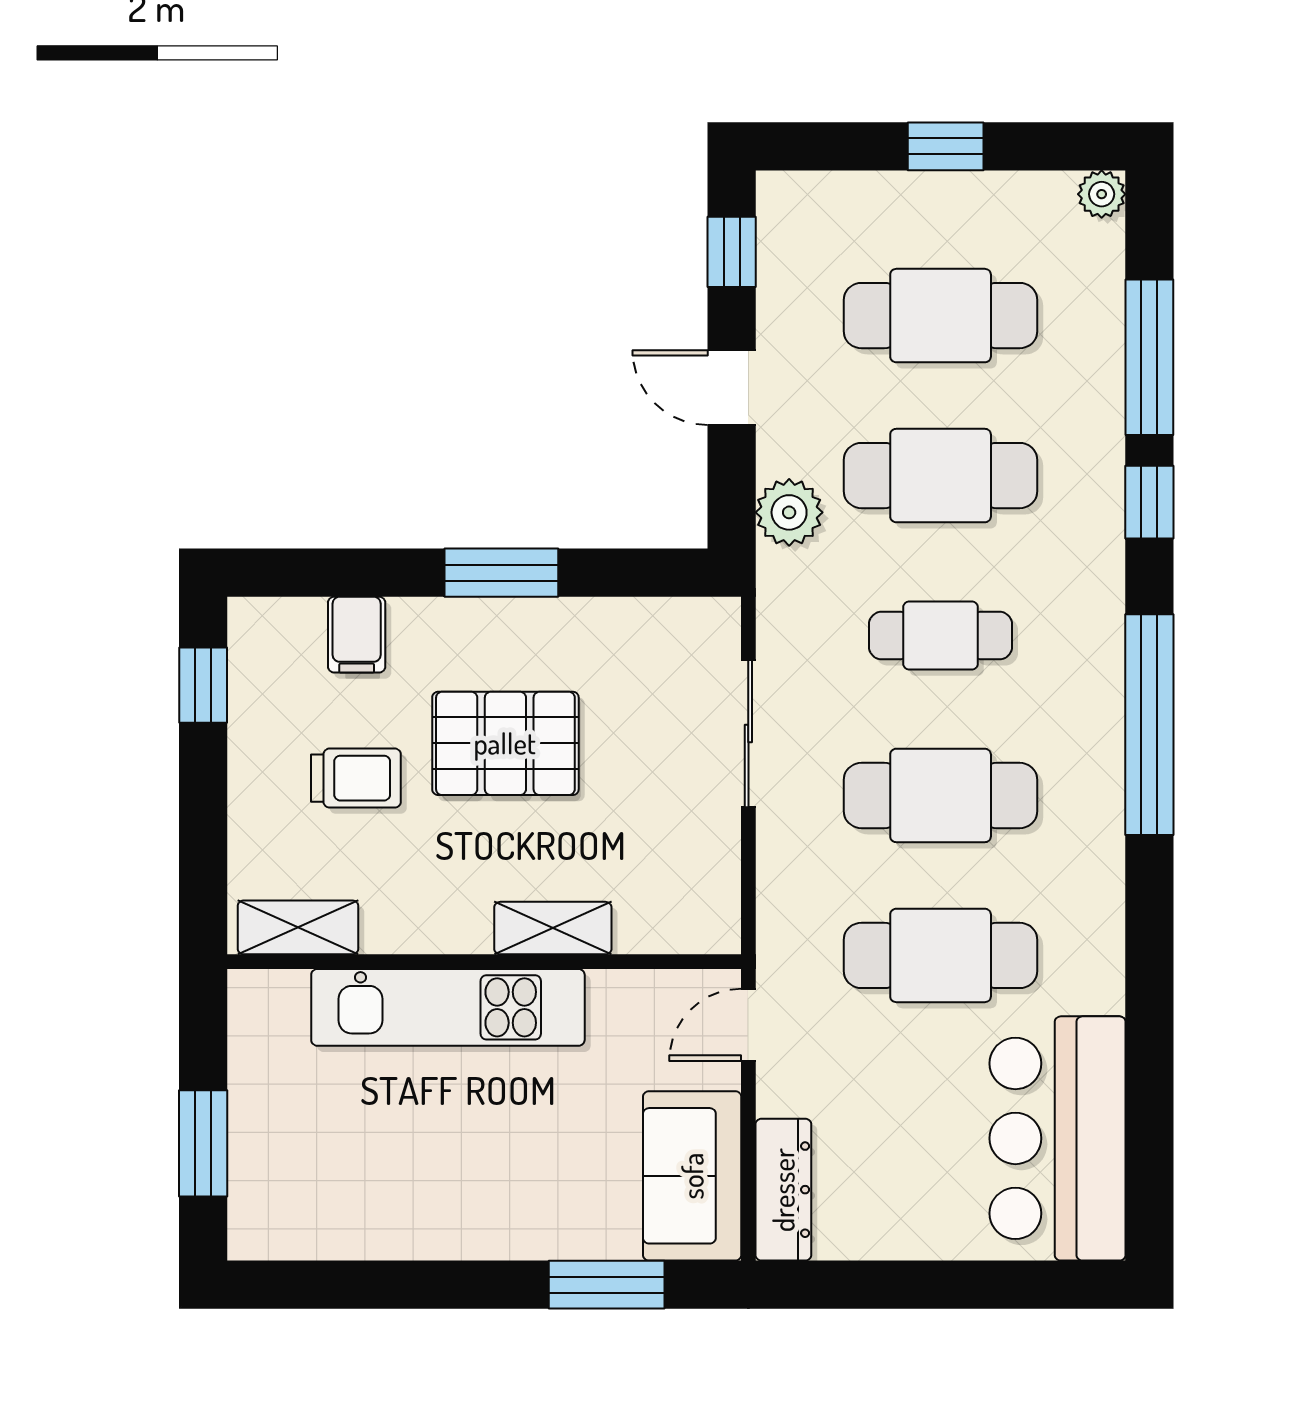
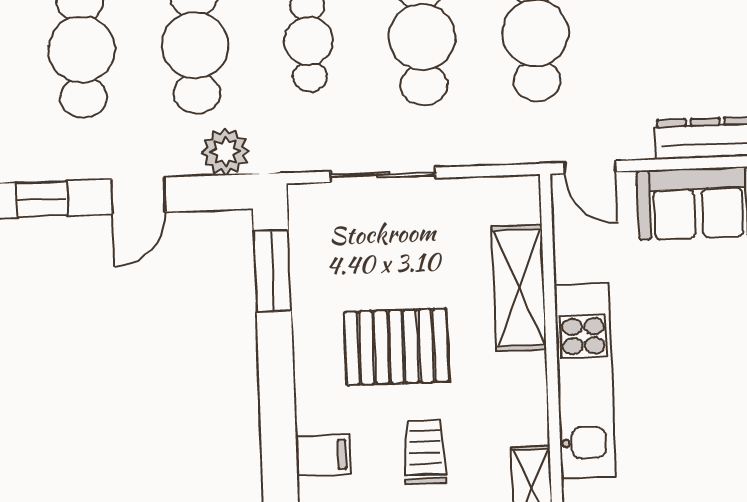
window: (501, 573) -> (272, 271), moved
pallet: (505, 743) -> (396, 347), turned 90
shelving: (553, 928) -> (519, 288), width x1.50, depth x1.33

